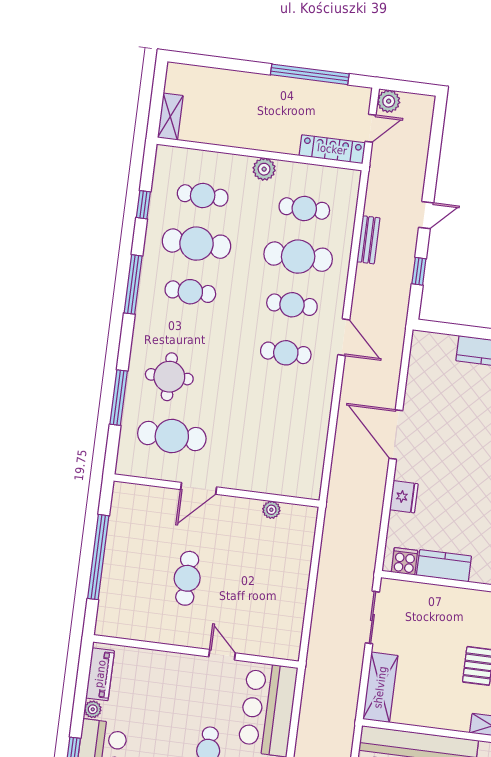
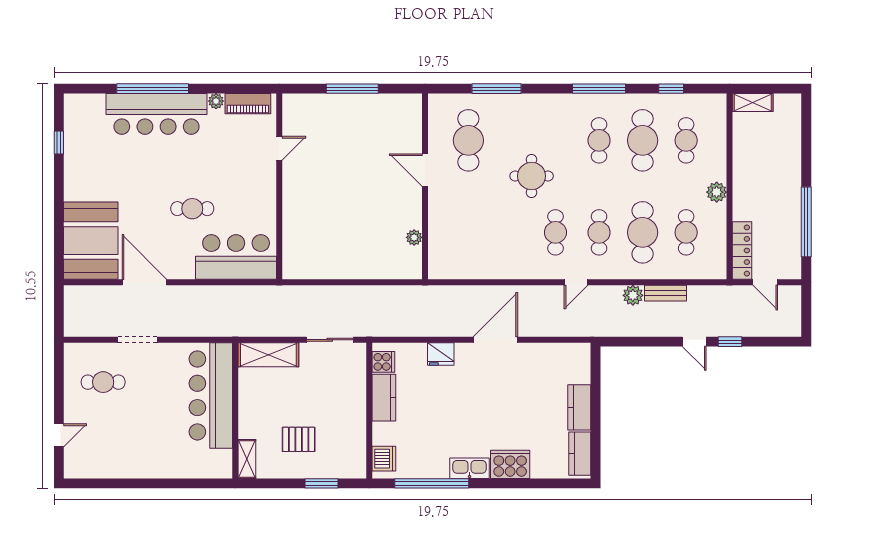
plant: (389, 101) -> (633, 295), moved
window: (419, 271) -> (730, 342), moved
door: (344, 337) -> (576, 282), width x0.73
round table: (169, 377) -> (532, 176), moved
window: (98, 557) -> (352, 89), width x0.68
cafe table: (187, 578) -> (343, 170), removed
door: (222, 655) -> (279, 148), moved

